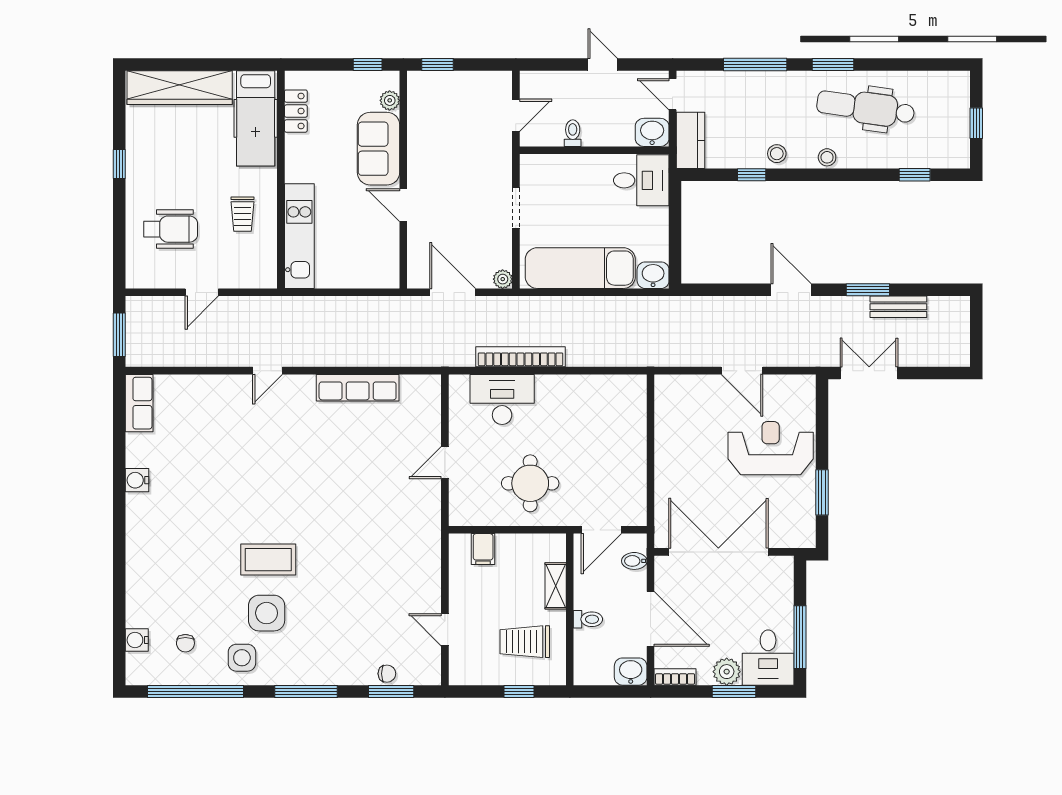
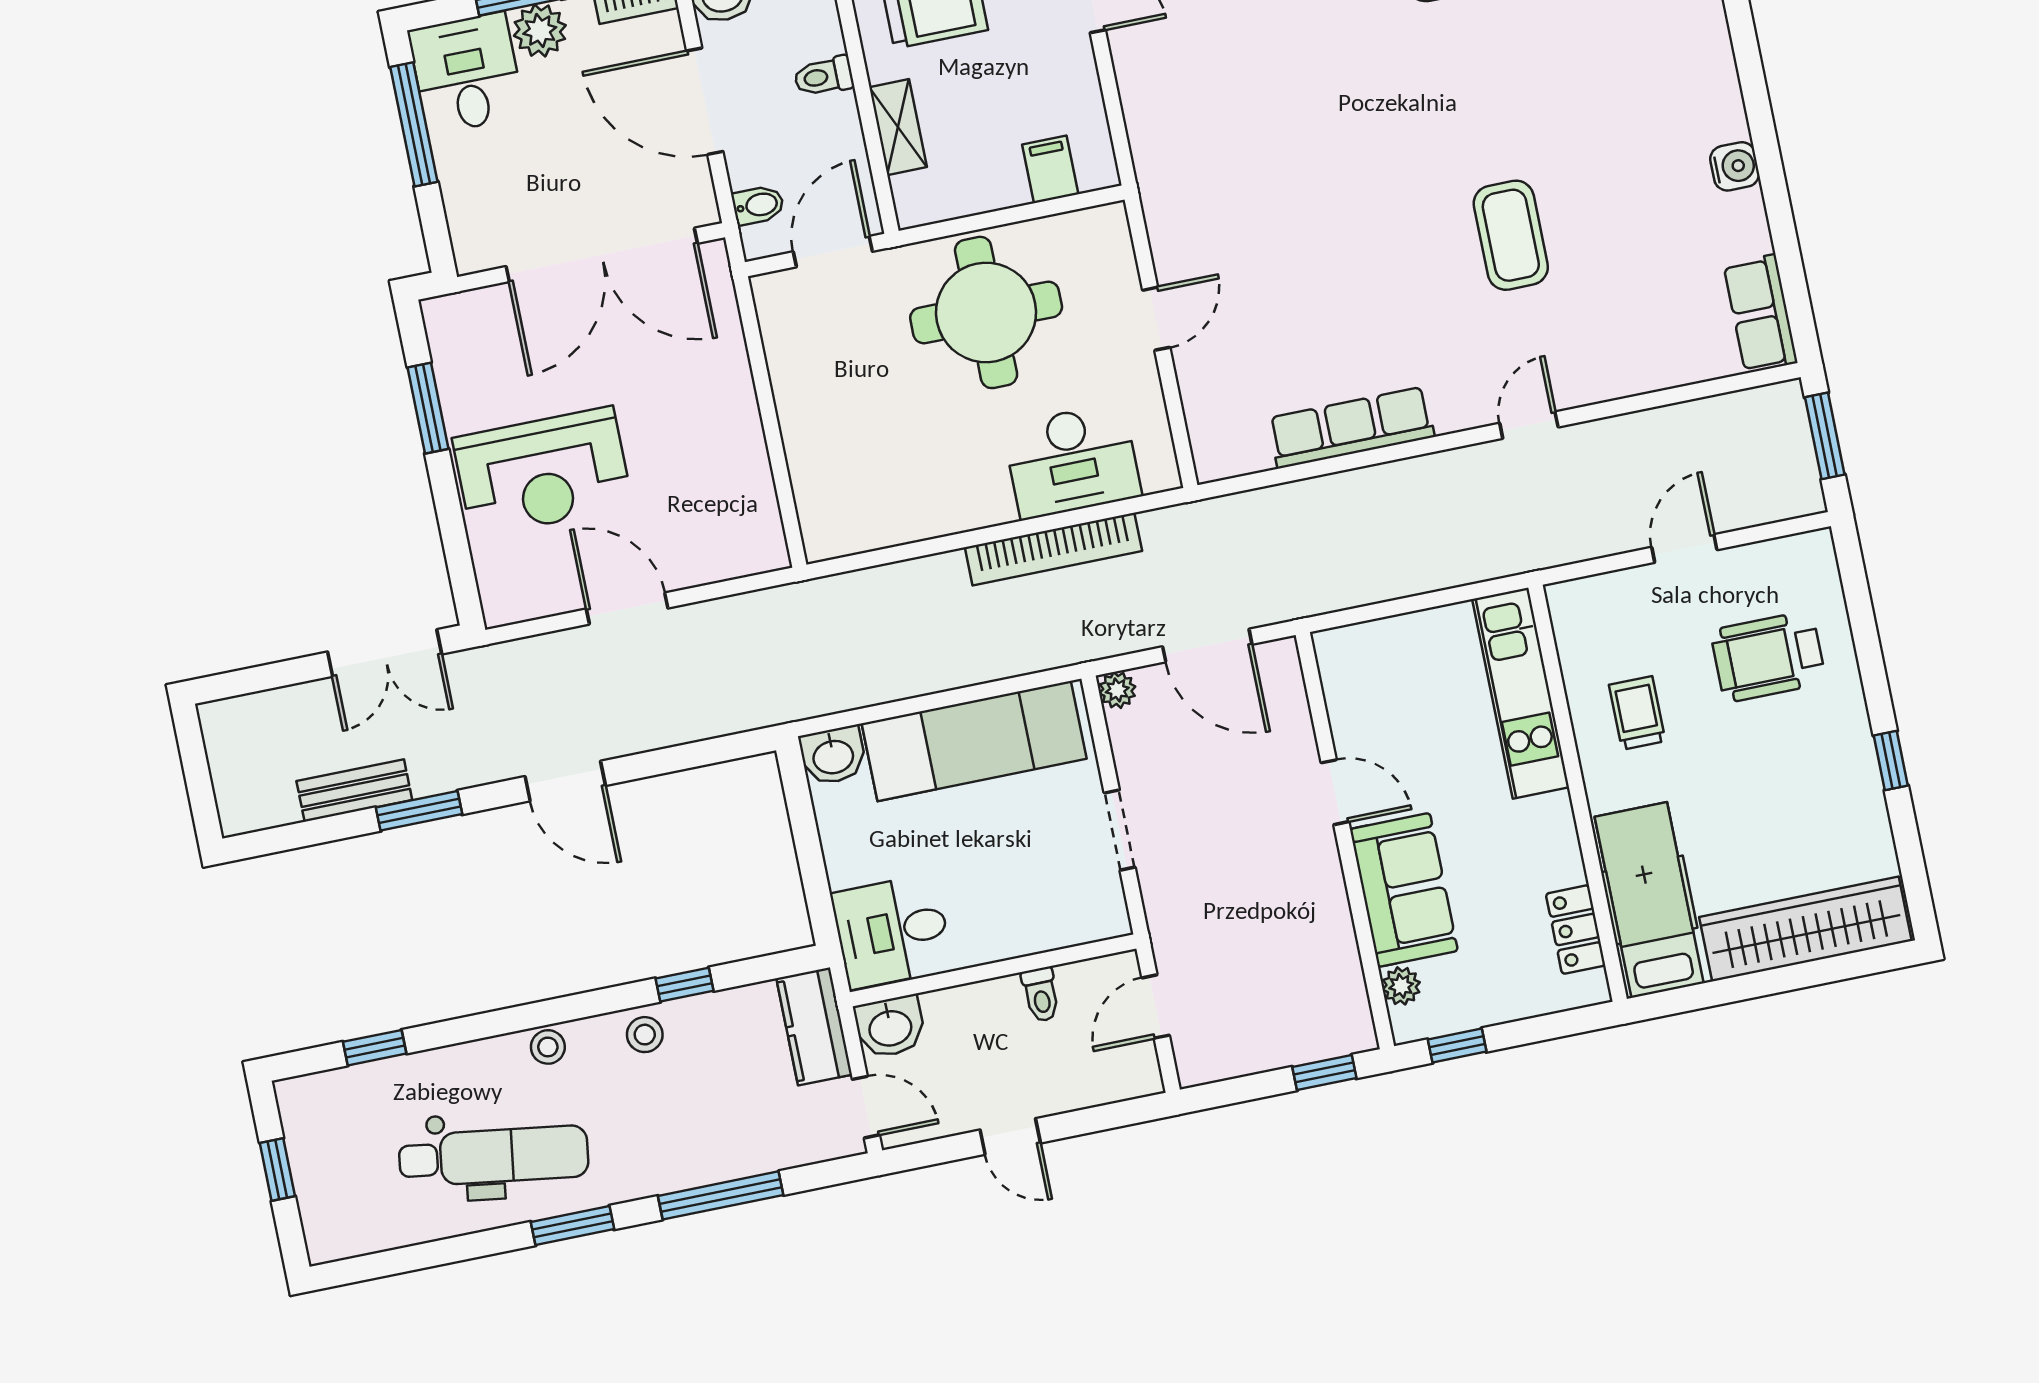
round table: (530, 483) -> (986, 312), width x1.36, depth x1.36
coffee table: (268, 560) -> (1511, 235), moved, turned 90

